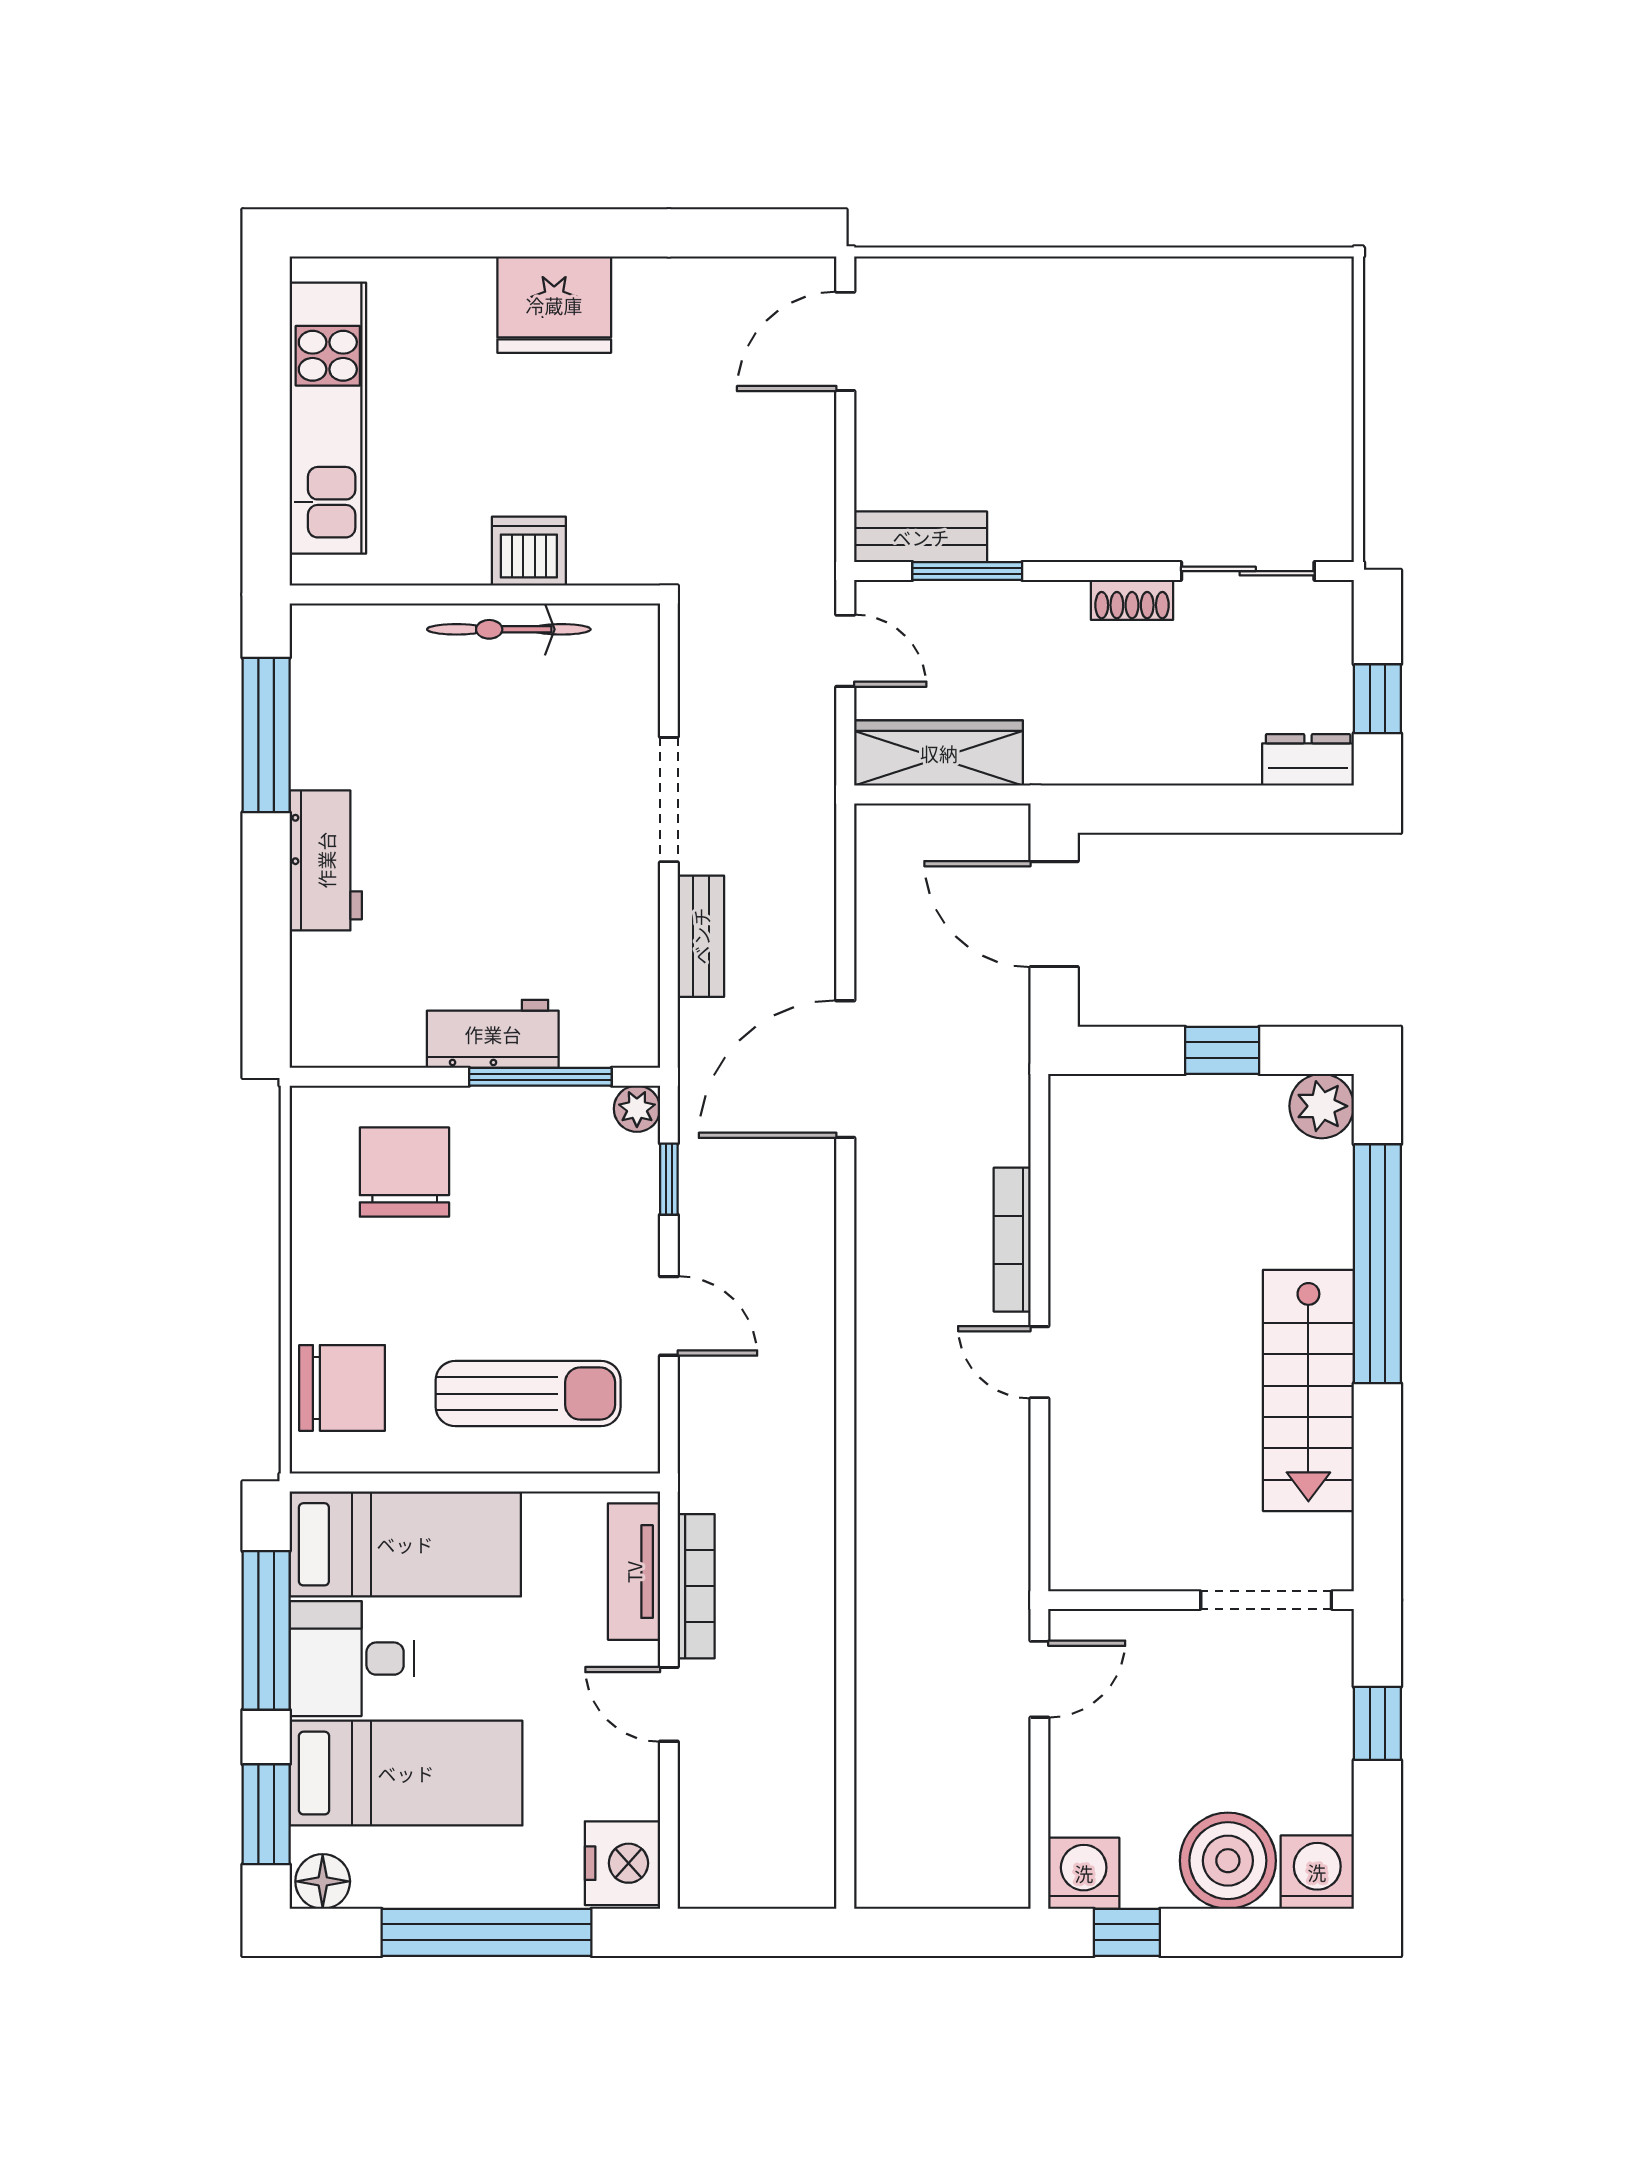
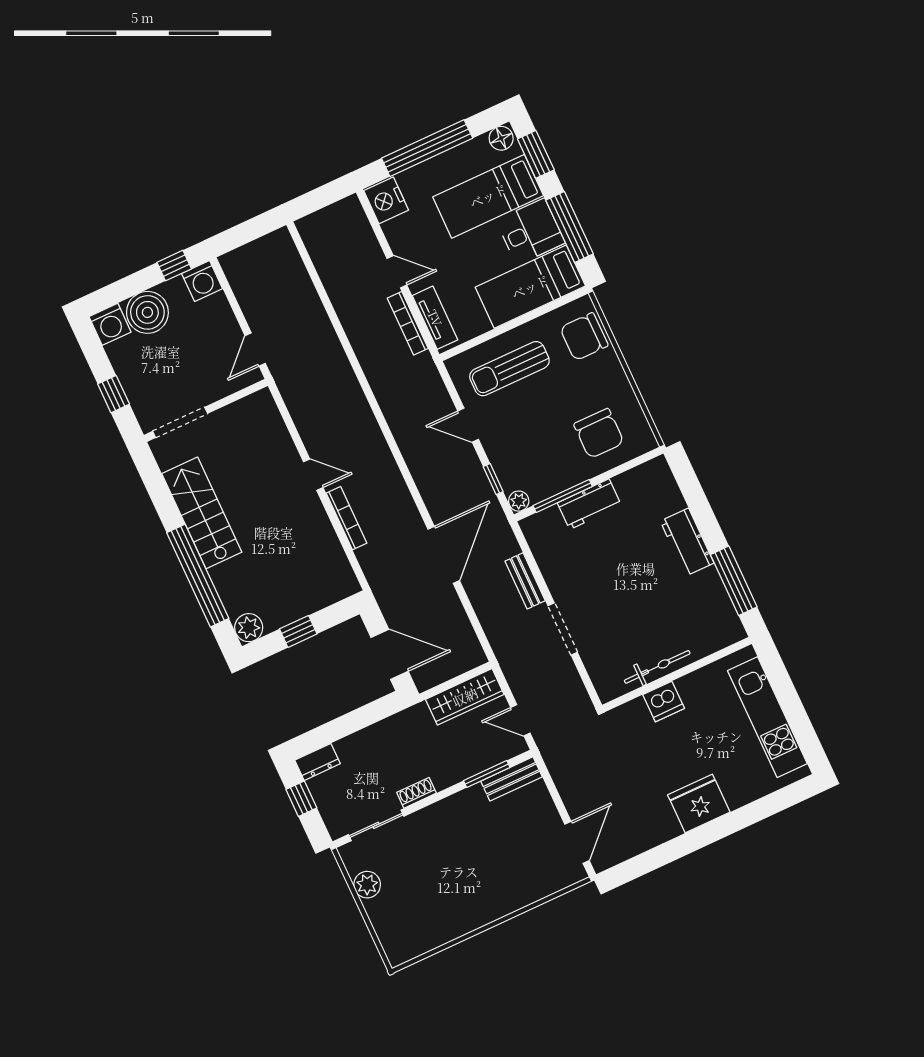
plant: (1323, 456) -> (367, 885), added

